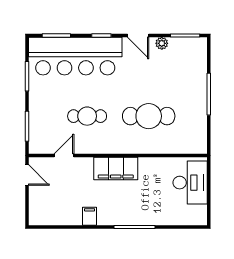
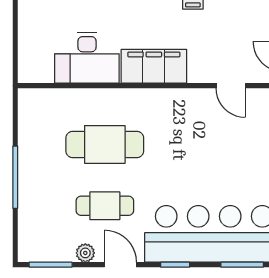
cafe table: (87, 116) -> (105, 206), moved
door: (64, 156) -> (231, 86), hinge flipped
desk: (190, 183) -> (87, 58), moved, turned -90

